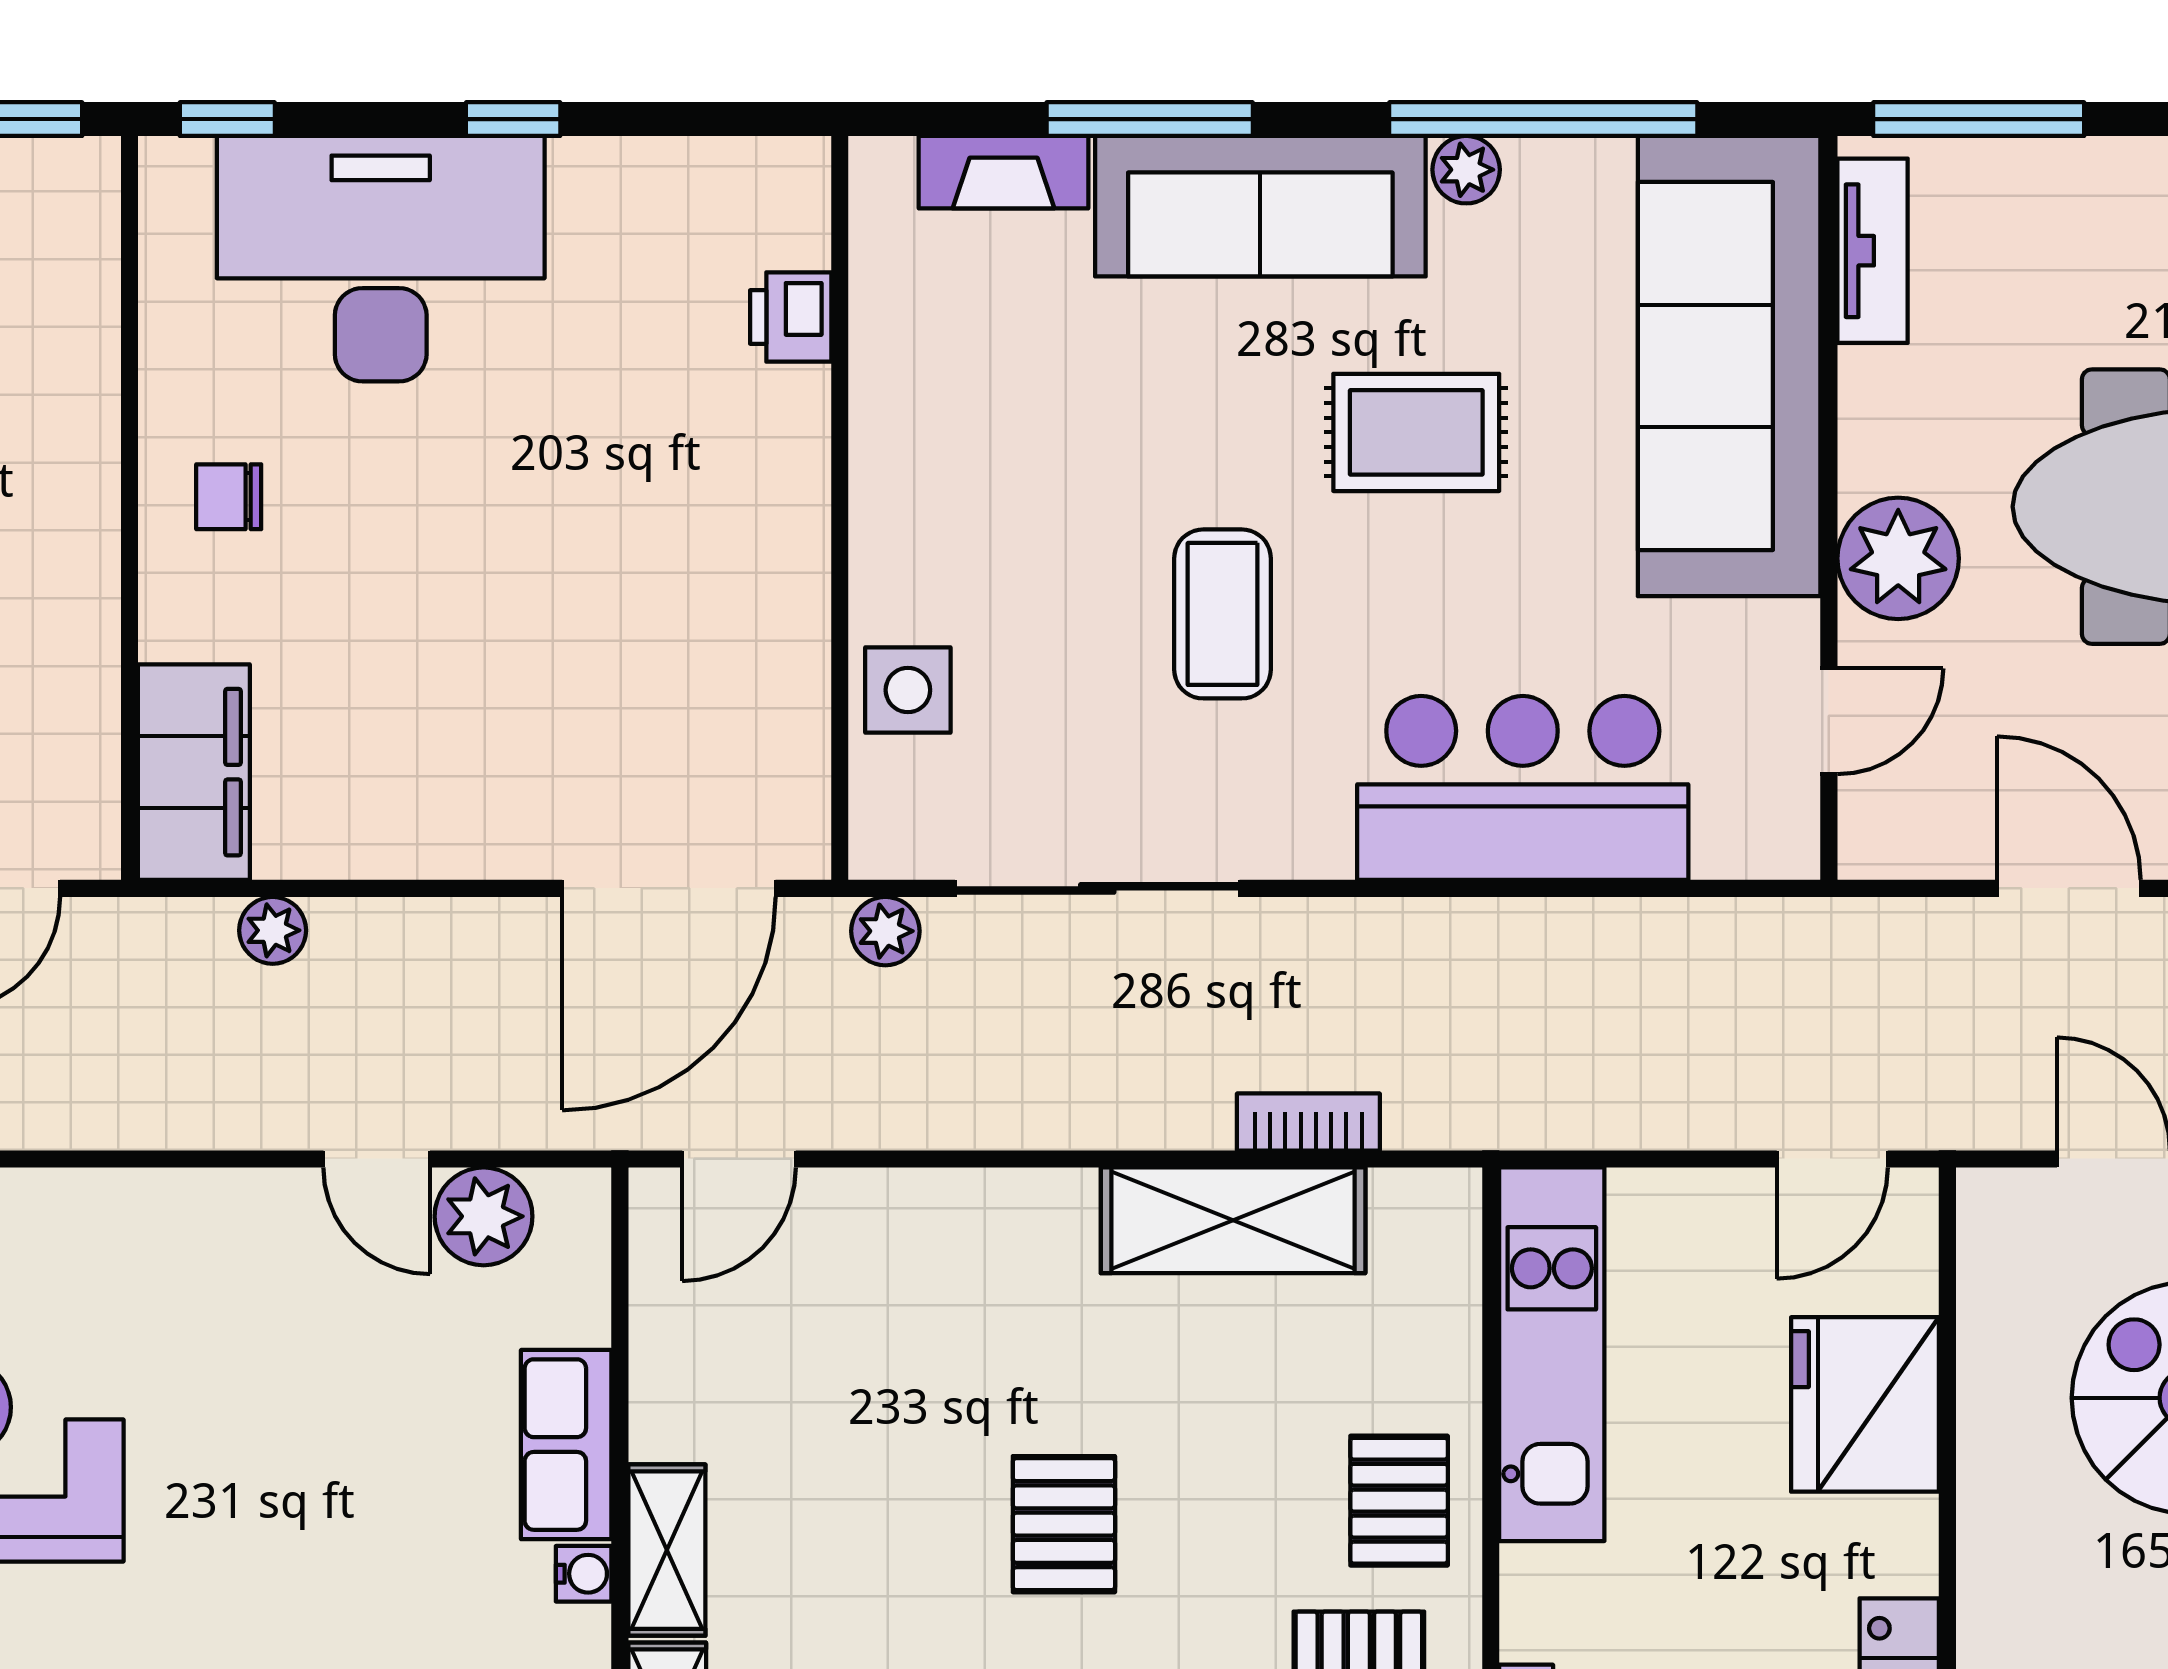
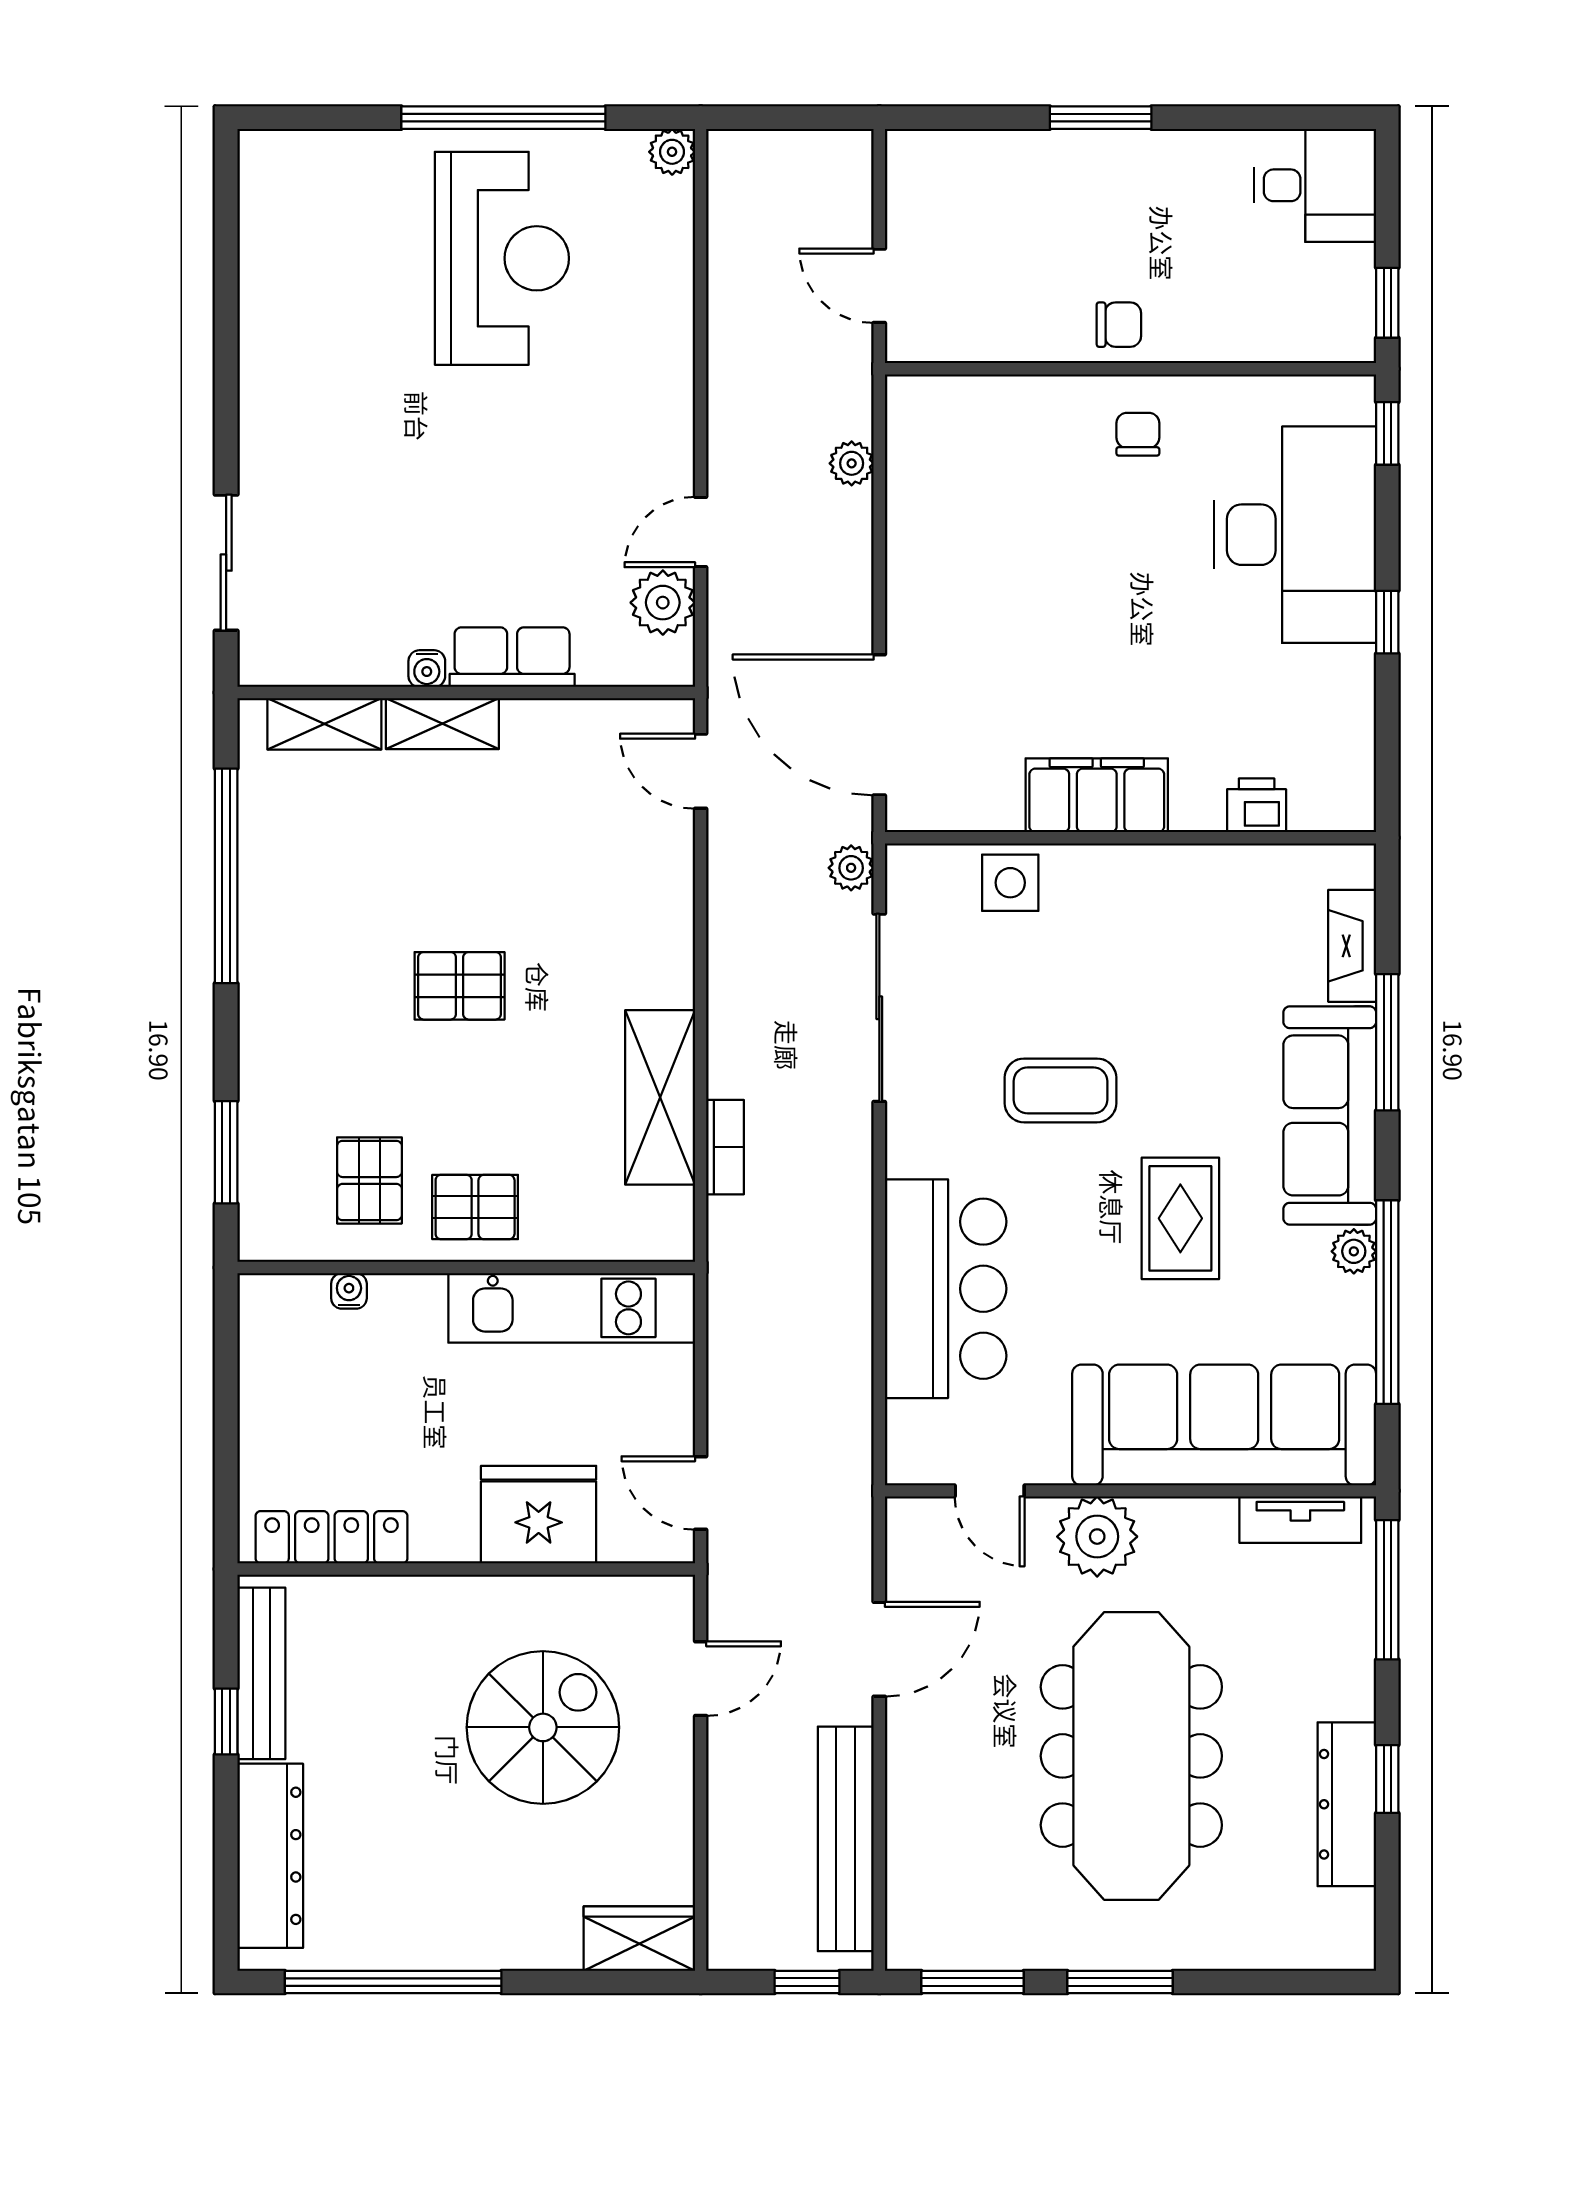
chair: (63, 526) -> (1119, 325), added
filing cabinet: (194, 772) -> (1097, 795), moved, turned 180

